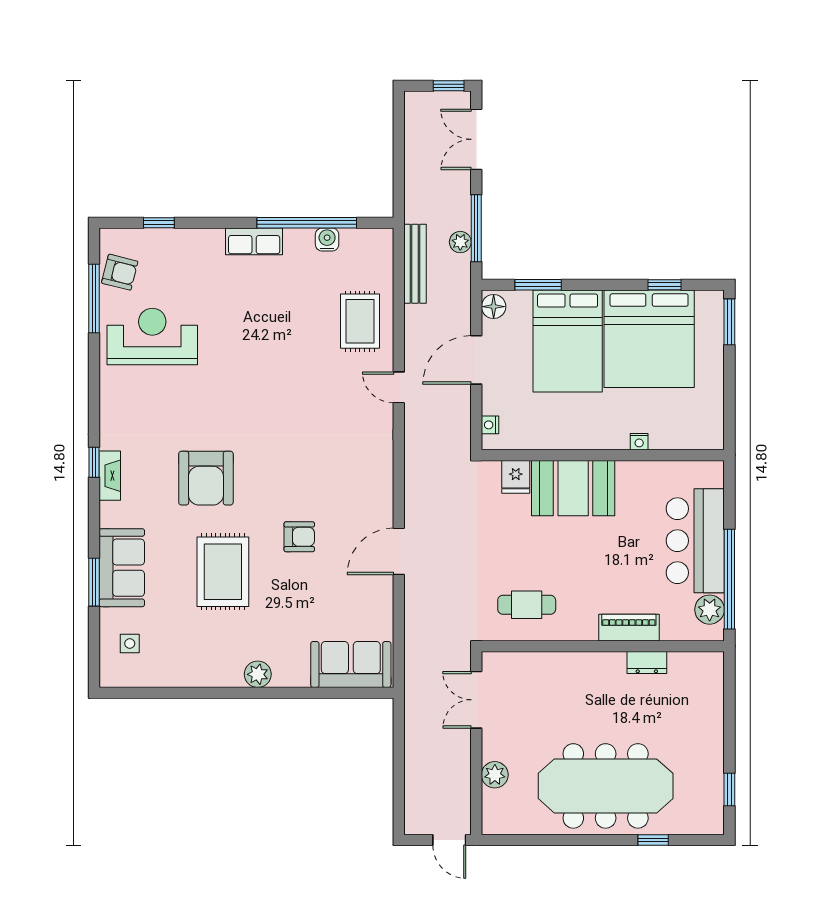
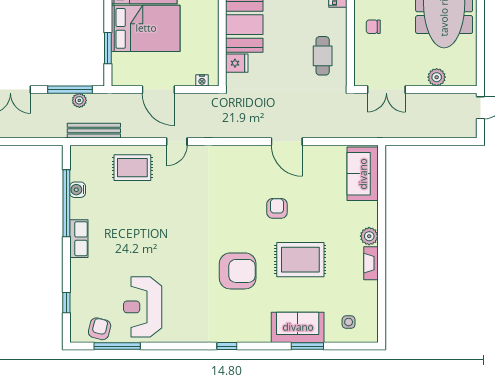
floor lamp: (494, 307) -> (123, 78), removed
fireplace: (110, 476) -> (371, 263), moved, turned -90
chair: (570, 680) -> (373, 27), added

